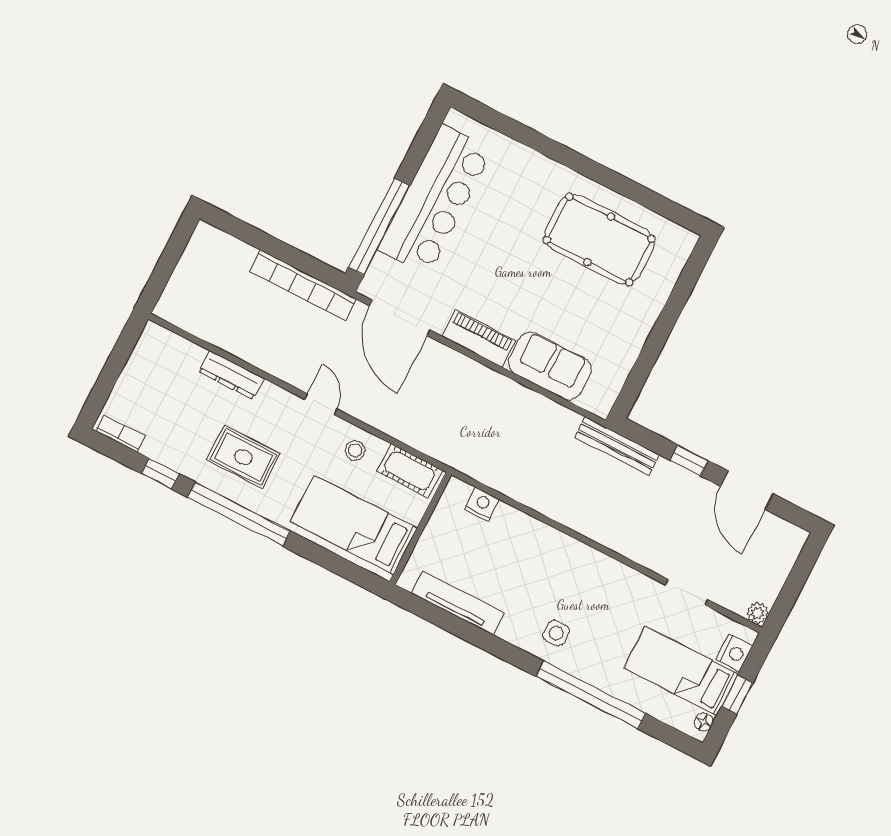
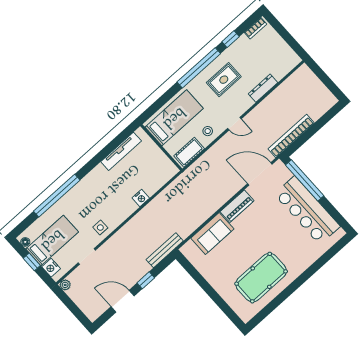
nightstand: (482, 504) -> (141, 198), moved
side table: (556, 633) -> (100, 228), moved

